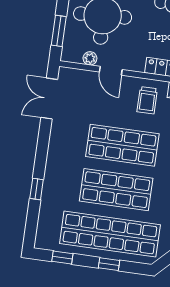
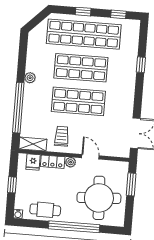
plant: (90, 58) -> (71, 162), moved

